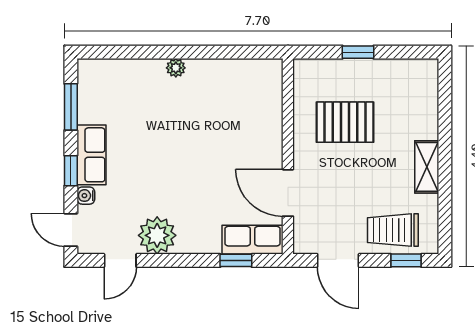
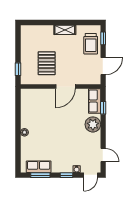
window: (358, 52) -> (18, 69), moved
row of seats: (91, 155) -> (39, 167), moved
door: (288, 193) -> (65, 87), moved
plant: (157, 235) -> (93, 124), moved

